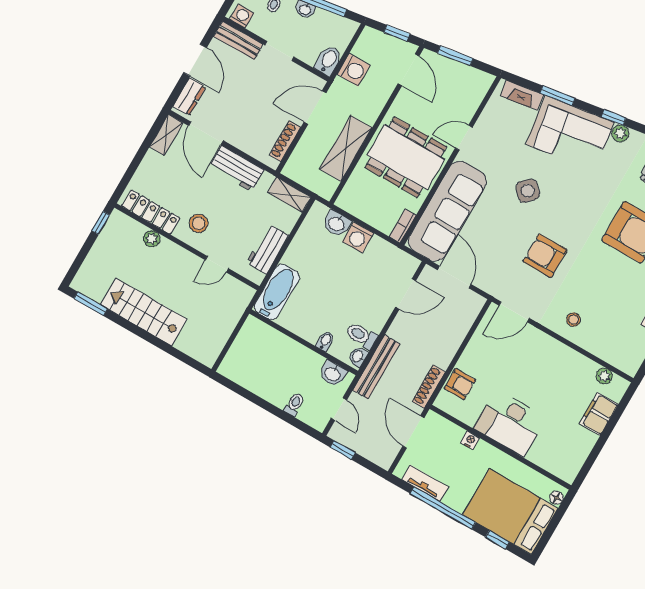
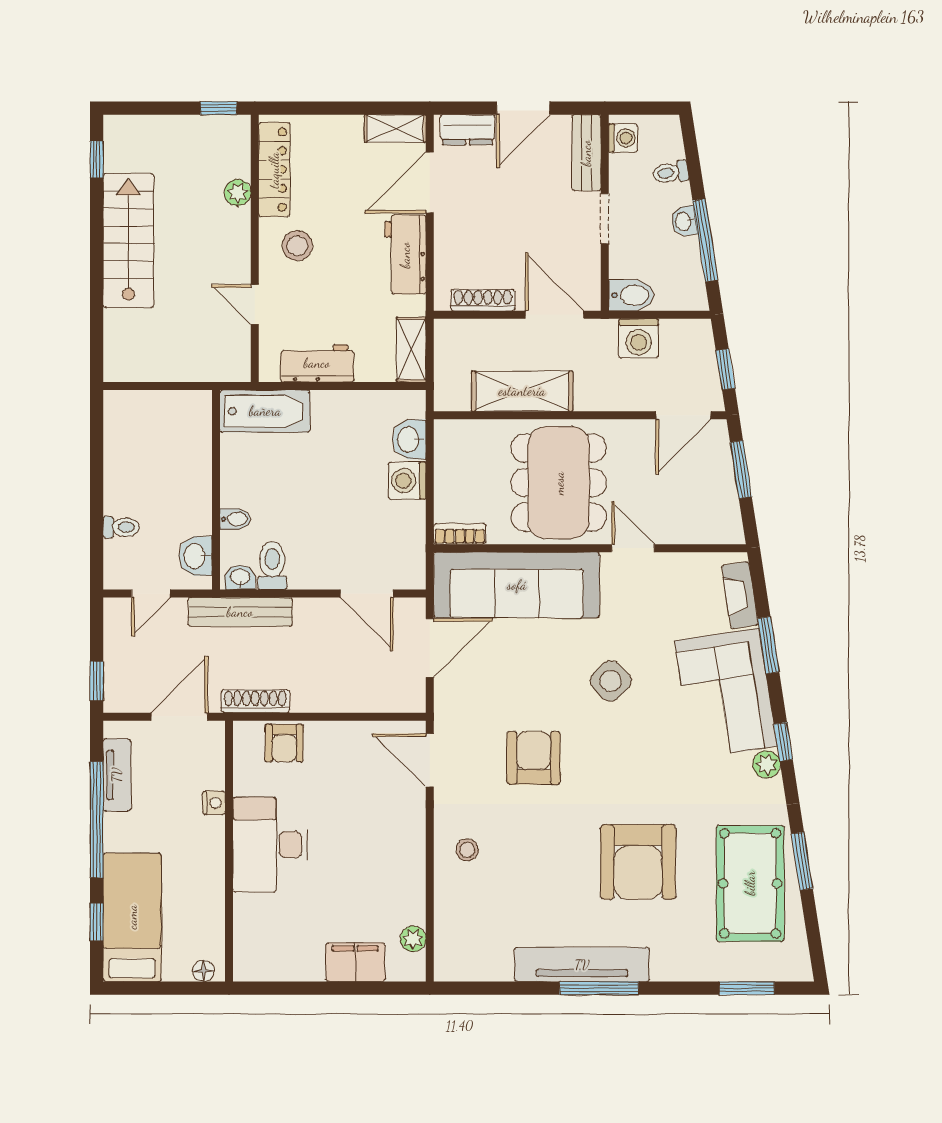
window: (91, 304) -> (97, 160), width x0.67
window: (343, 450) -> (97, 681), moved
bed: (510, 512) -> (132, 917), width x0.67

